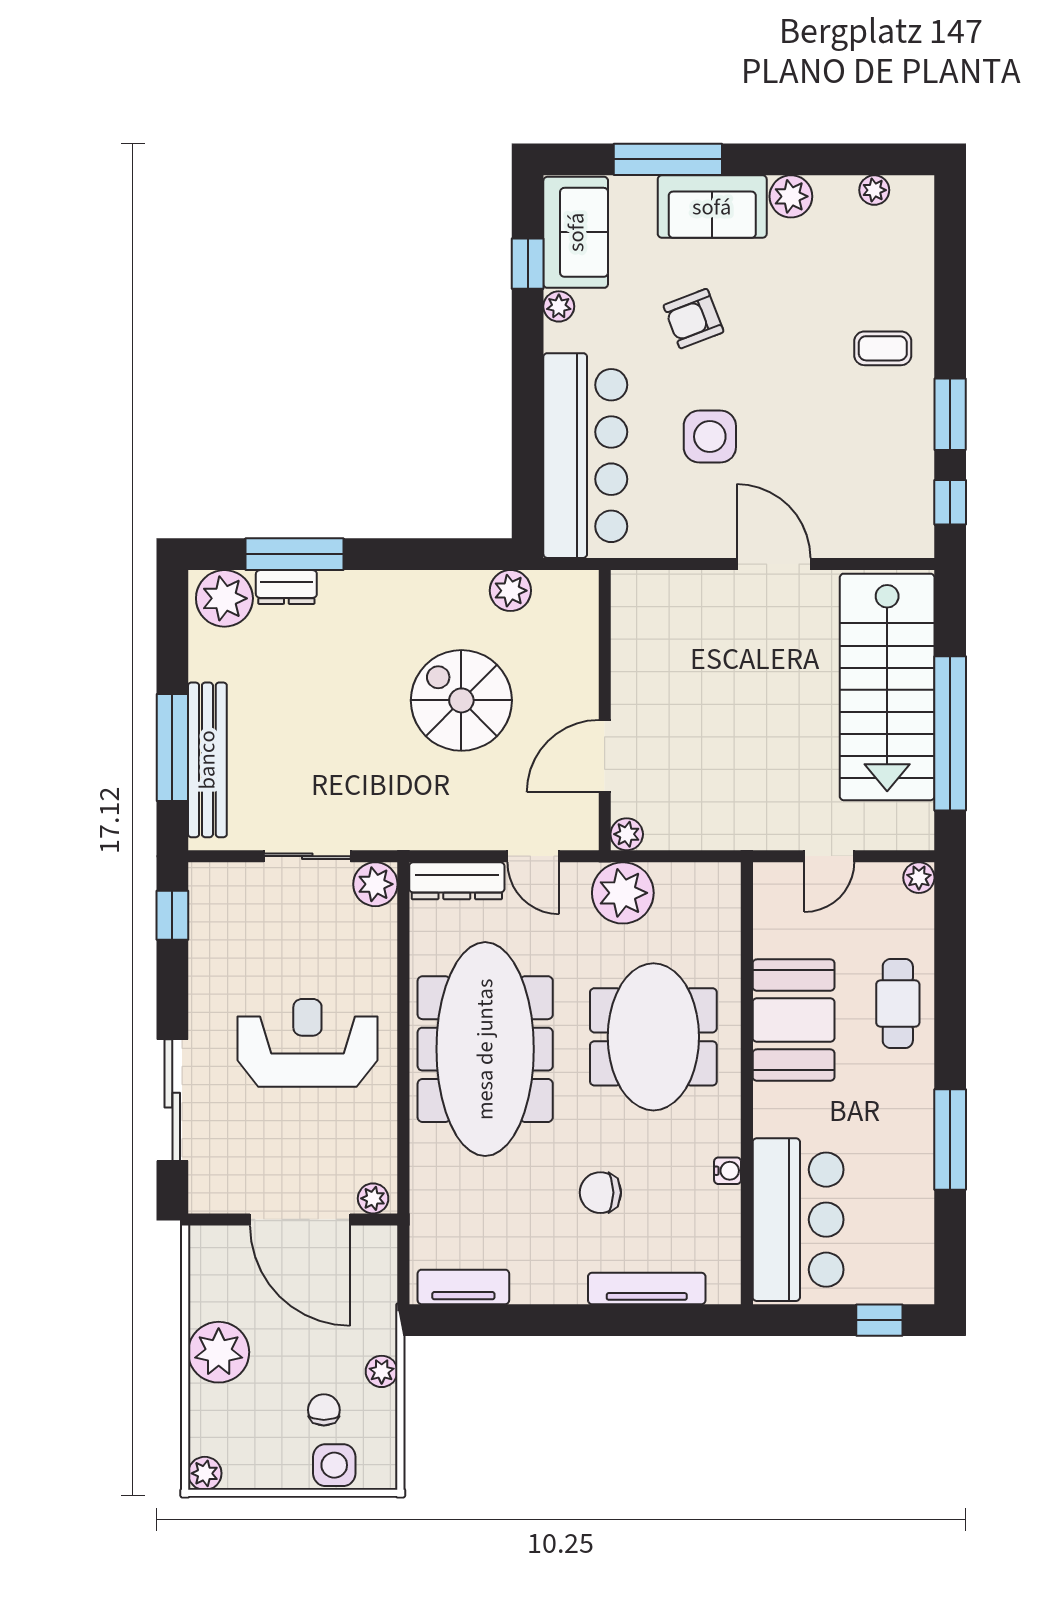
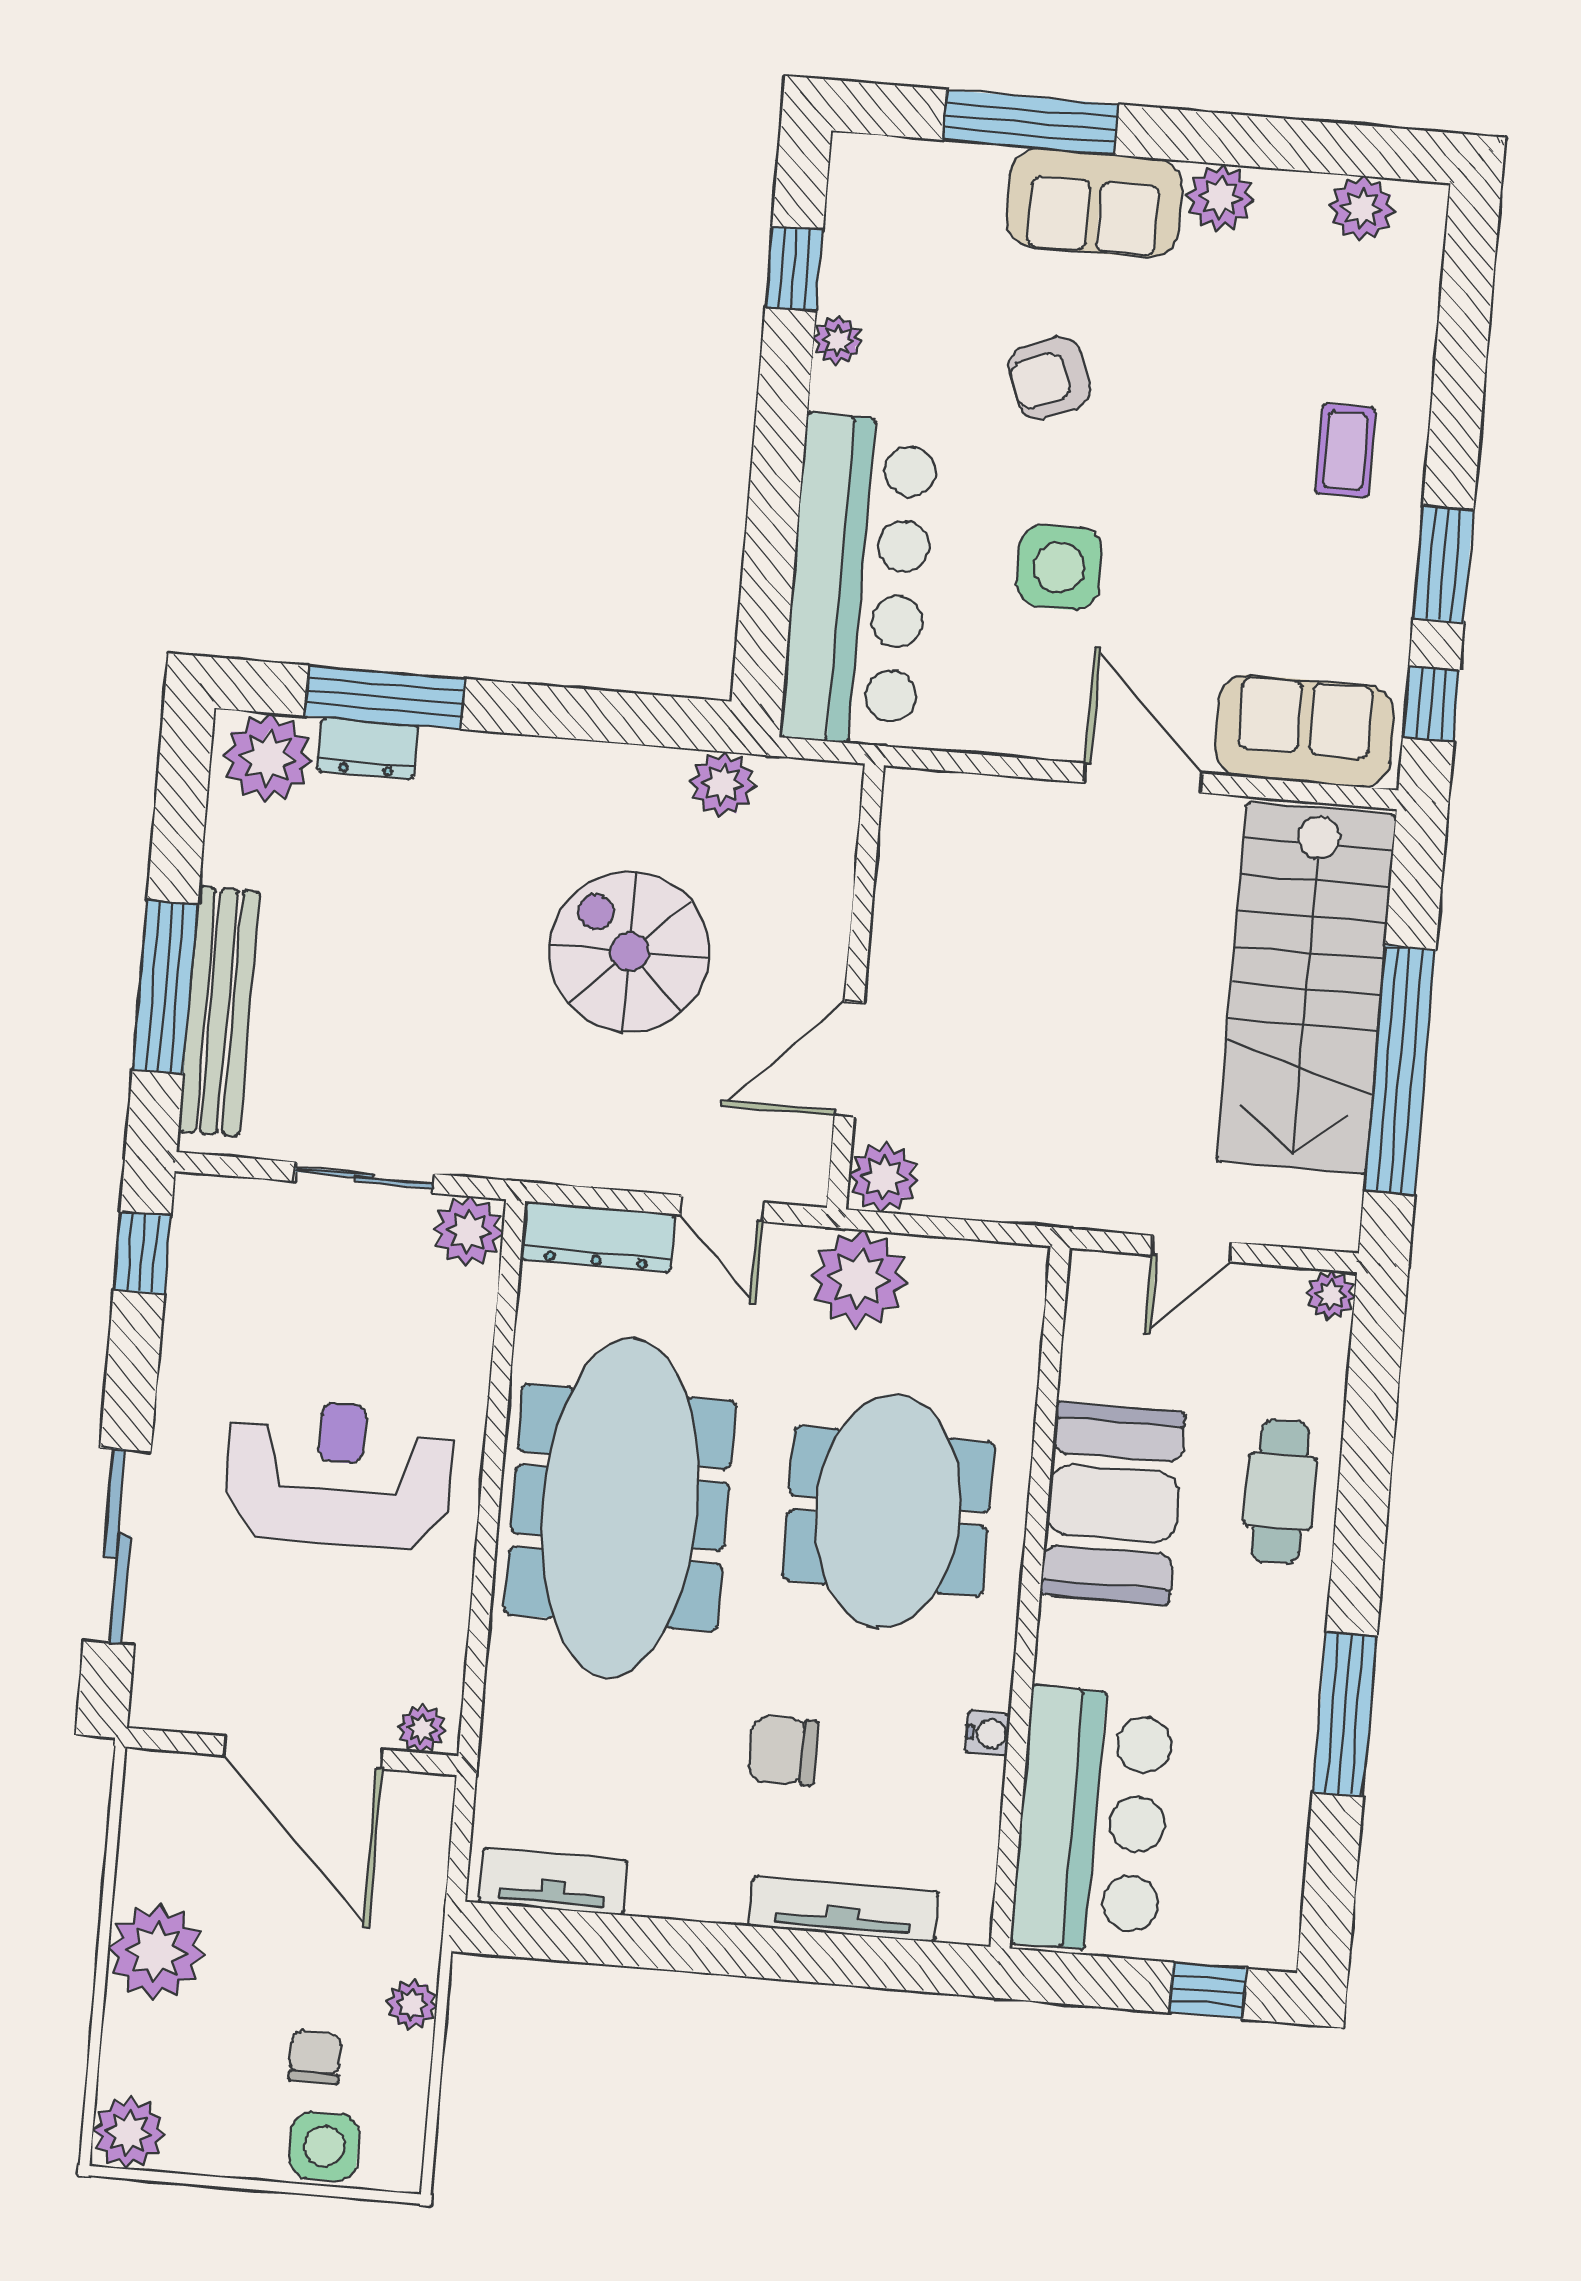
plant: (874, 190) -> (1361, 209), width x1.38, depth x1.38
sofa: (576, 232) -> (1305, 731), moved, turned -90
coffee table: (883, 348) -> (1345, 451), turned 90
plant: (627, 834) -> (884, 1178), width x1.38, depth x1.38
plant: (205, 1473) -> (129, 2133), width x1.38, depth x1.38

